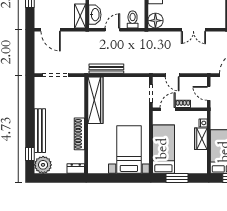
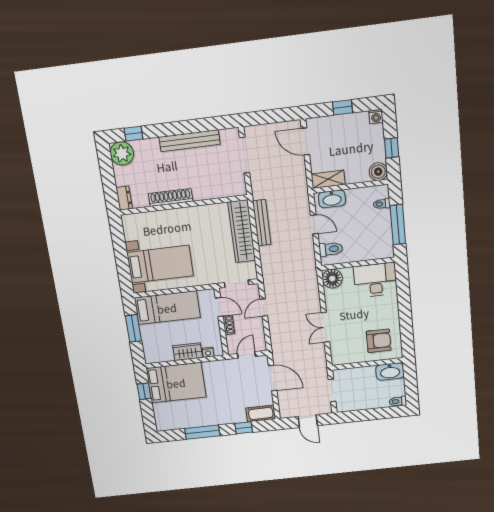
door: (51, 30) -> (305, 141), hinge flipped
wardrobe: (95, 100) -> (242, 231), moved, turned 90
bench: (40, 131) -> (190, 141), moved

